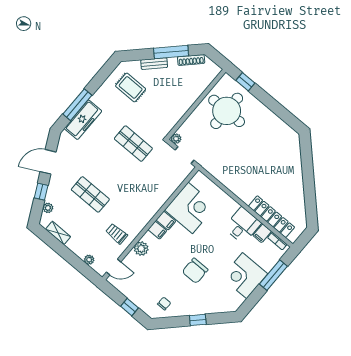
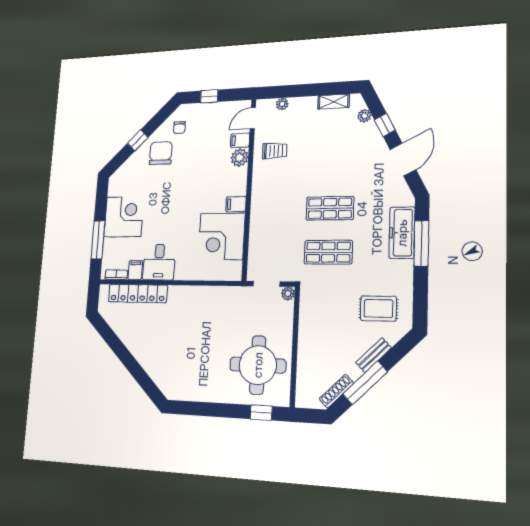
shop shelf: (90, 194) -> (330, 208), moved
filing cabinet: (157, 230) -> (240, 140), moved
chair: (195, 271) -> (161, 153), moved

